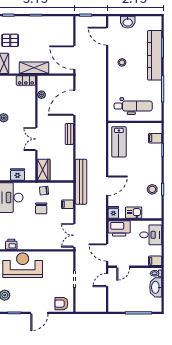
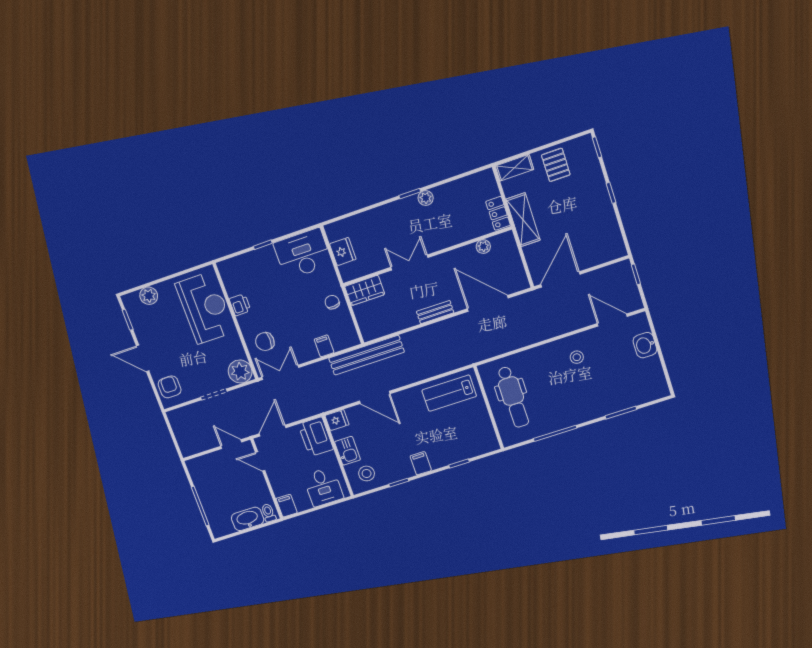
door: (107, 36) -> (612, 320), hinge flipped
kitchen counter: (155, 55) -> (604, 404), removed
filing cabinet: (155, 138) -> (421, 463), moved
stool: (152, 189) -> (367, 473), moved
chair: (41, 208) -> (265, 342), moved
printer: (11, 244) -> (240, 305), moved
plant: (66, 259) -> (240, 372), added

